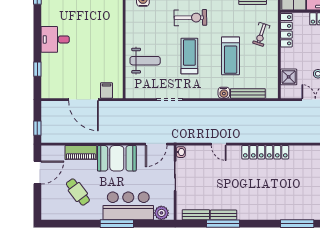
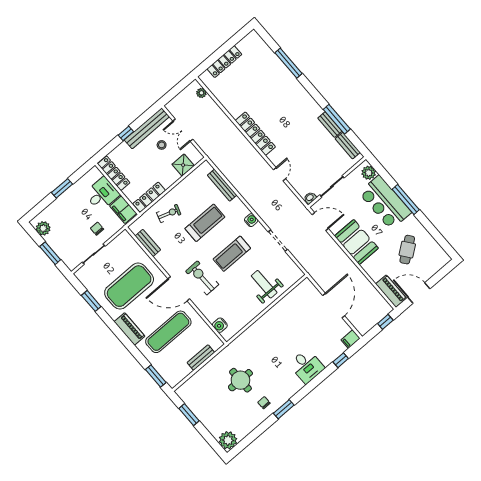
filing cabinet: (106, 90) -> (351, 339), moved
water cooler: (224, 93) -> (251, 220), moved
piano: (81, 153) -> (391, 291), moved

